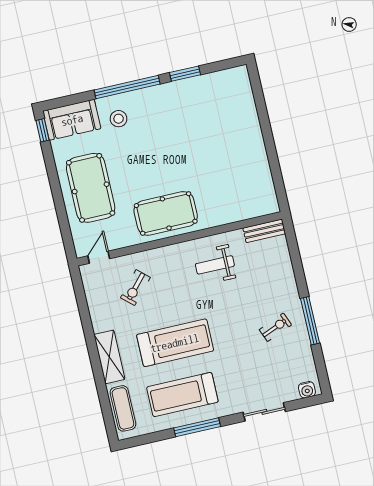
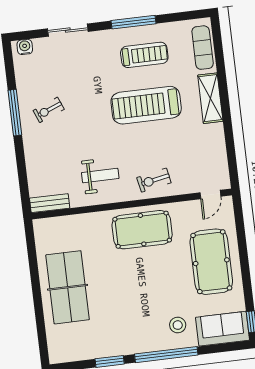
table tennis table: (237, 146) -> (68, 287), added
exercise bike: (135, 288) -> (154, 180), moved, turned -143
treadmill: (182, 395) -> (144, 55), width x0.73, depth x0.73

